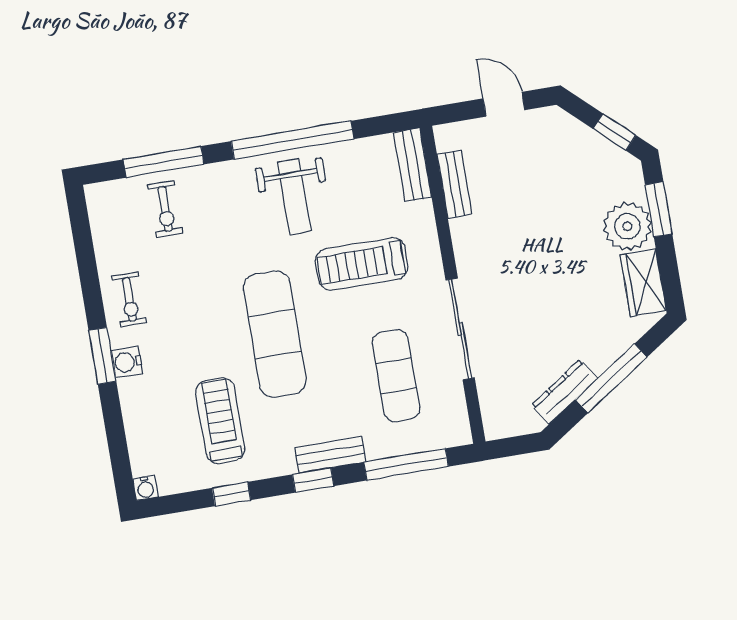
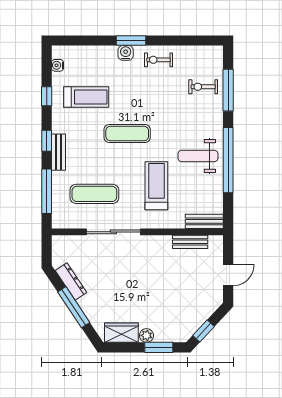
plant: (627, 226) -> (147, 335), width x0.53, depth x0.53
exercise mat: (275, 334) -> (127, 134), width x0.73, depth x0.69
water cooler: (145, 488) -> (58, 65), moved

